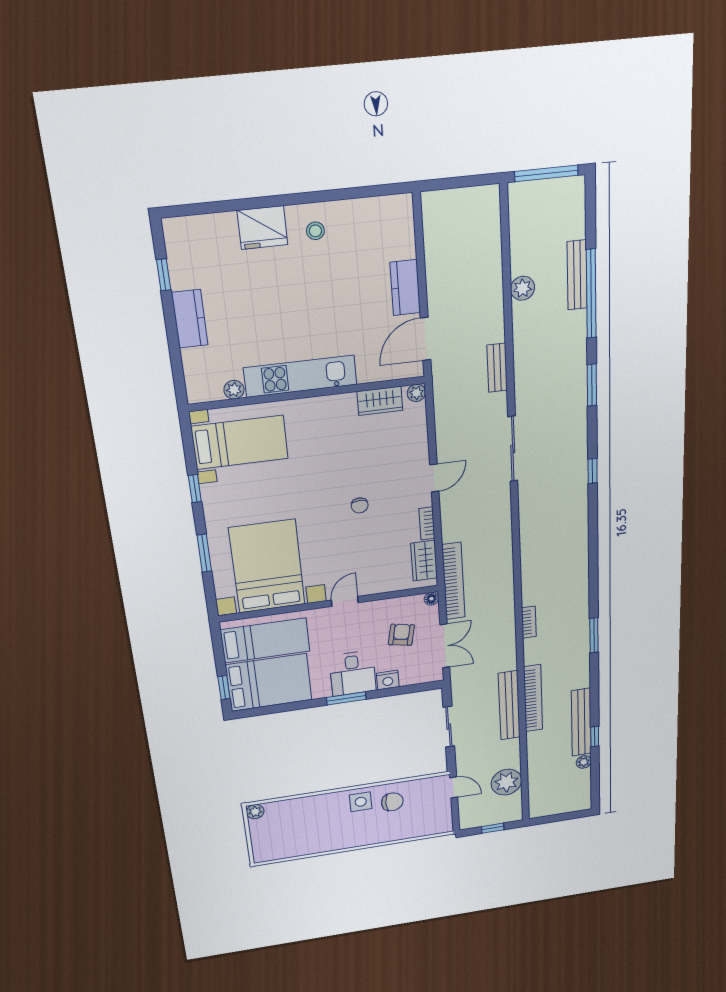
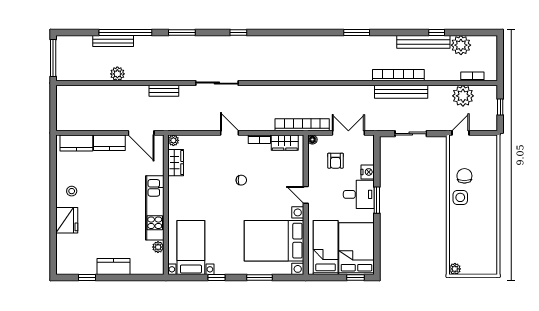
kitchen counter: (401, 230) -> (76, 143), added
bookcase: (529, 622) -> (472, 76), moved
armchair: (401, 635) -> (335, 161), turned -101
plant: (584, 762) -> (461, 45), width x1.88, depth x1.88

